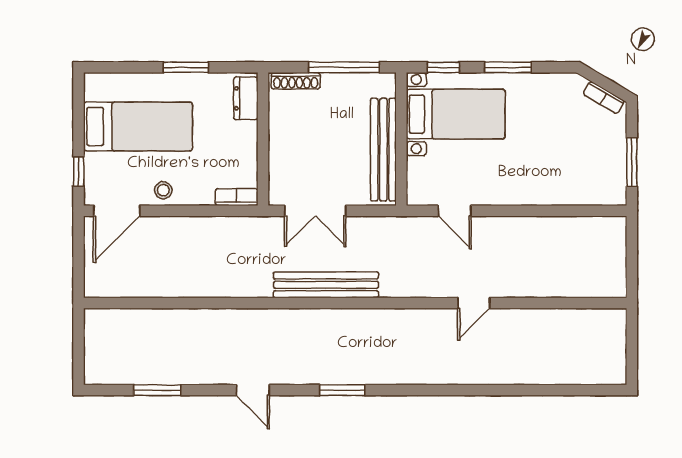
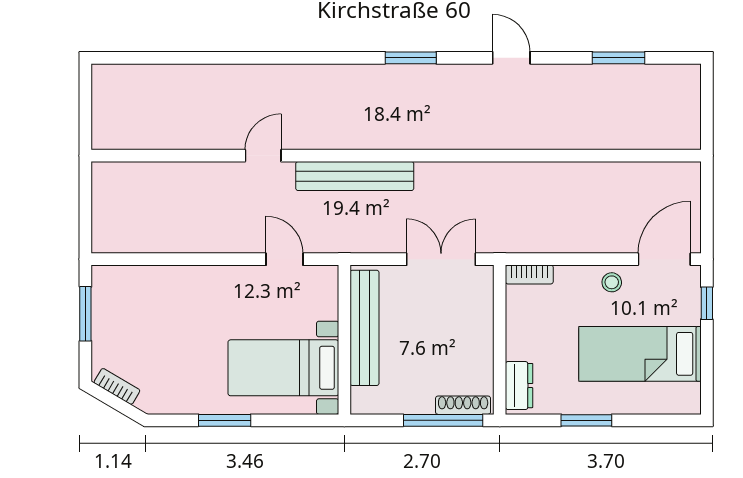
window: (344, 67) -> (443, 420), moved
window: (443, 67) -> (297, 420), removed
bench: (326, 285) -> (355, 176), moved

